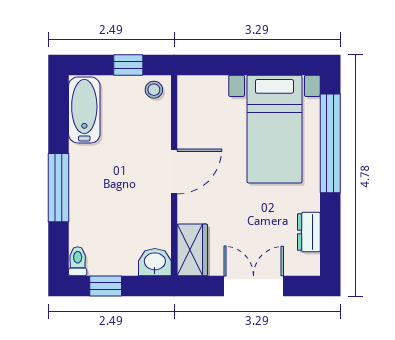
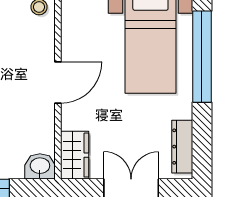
dresser: (309, 232) -> (182, 147), width x1.44

